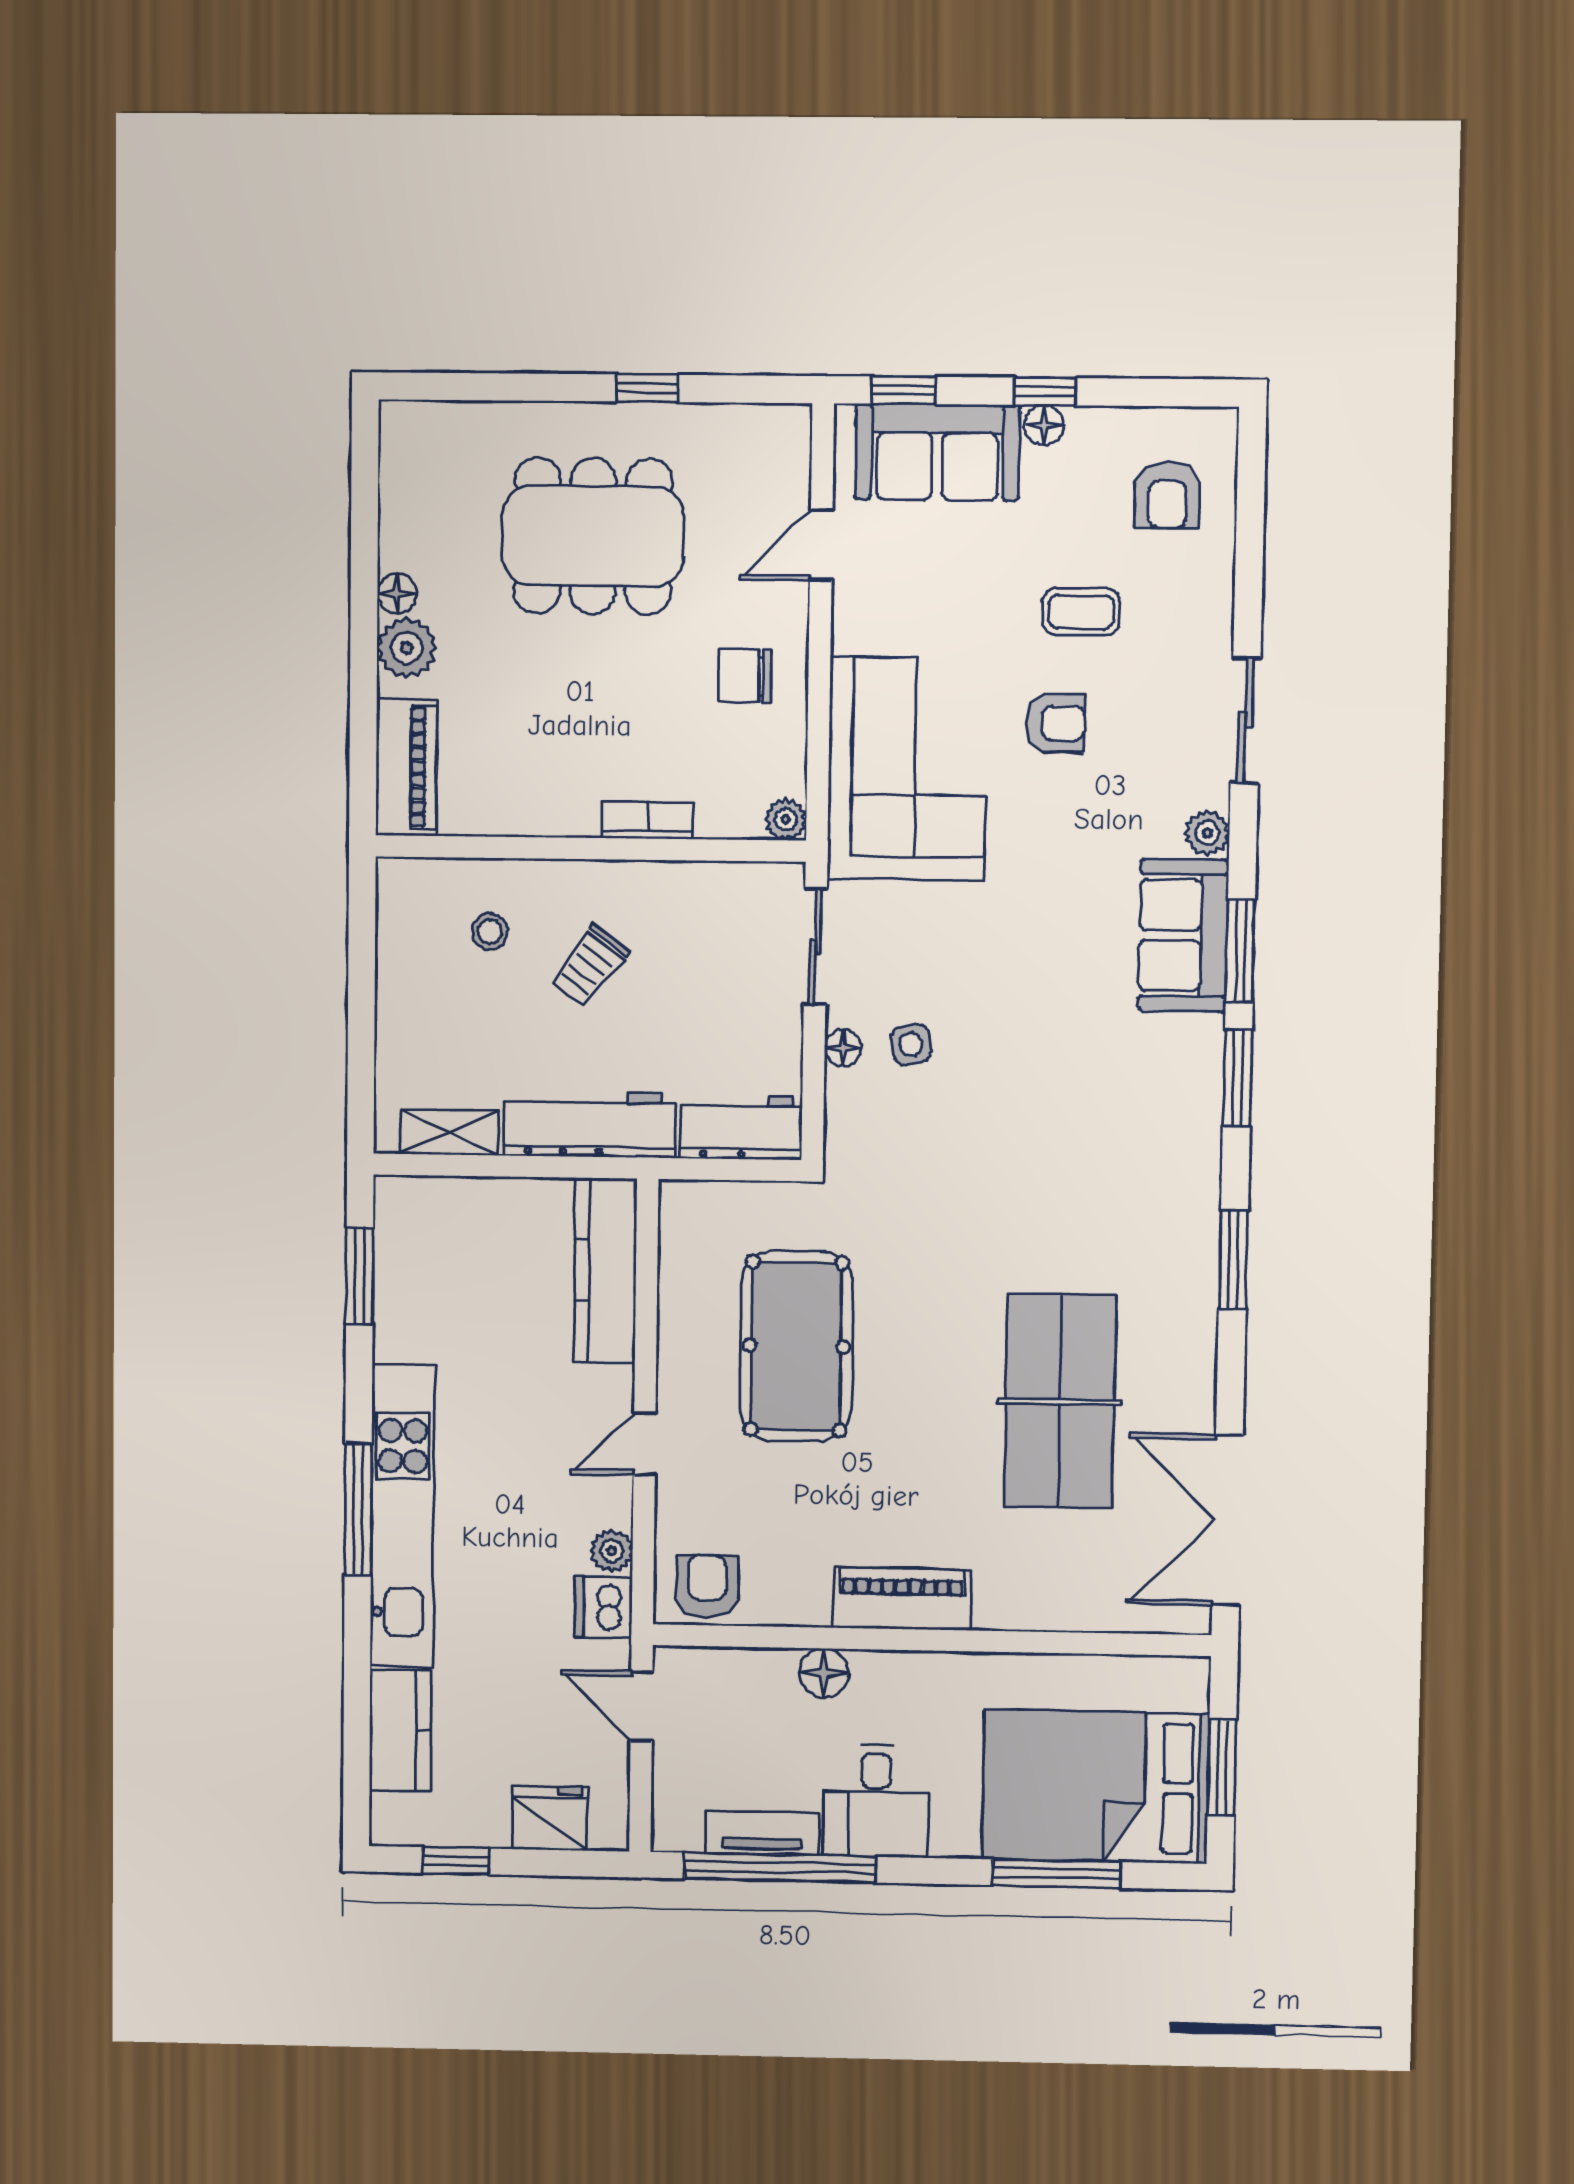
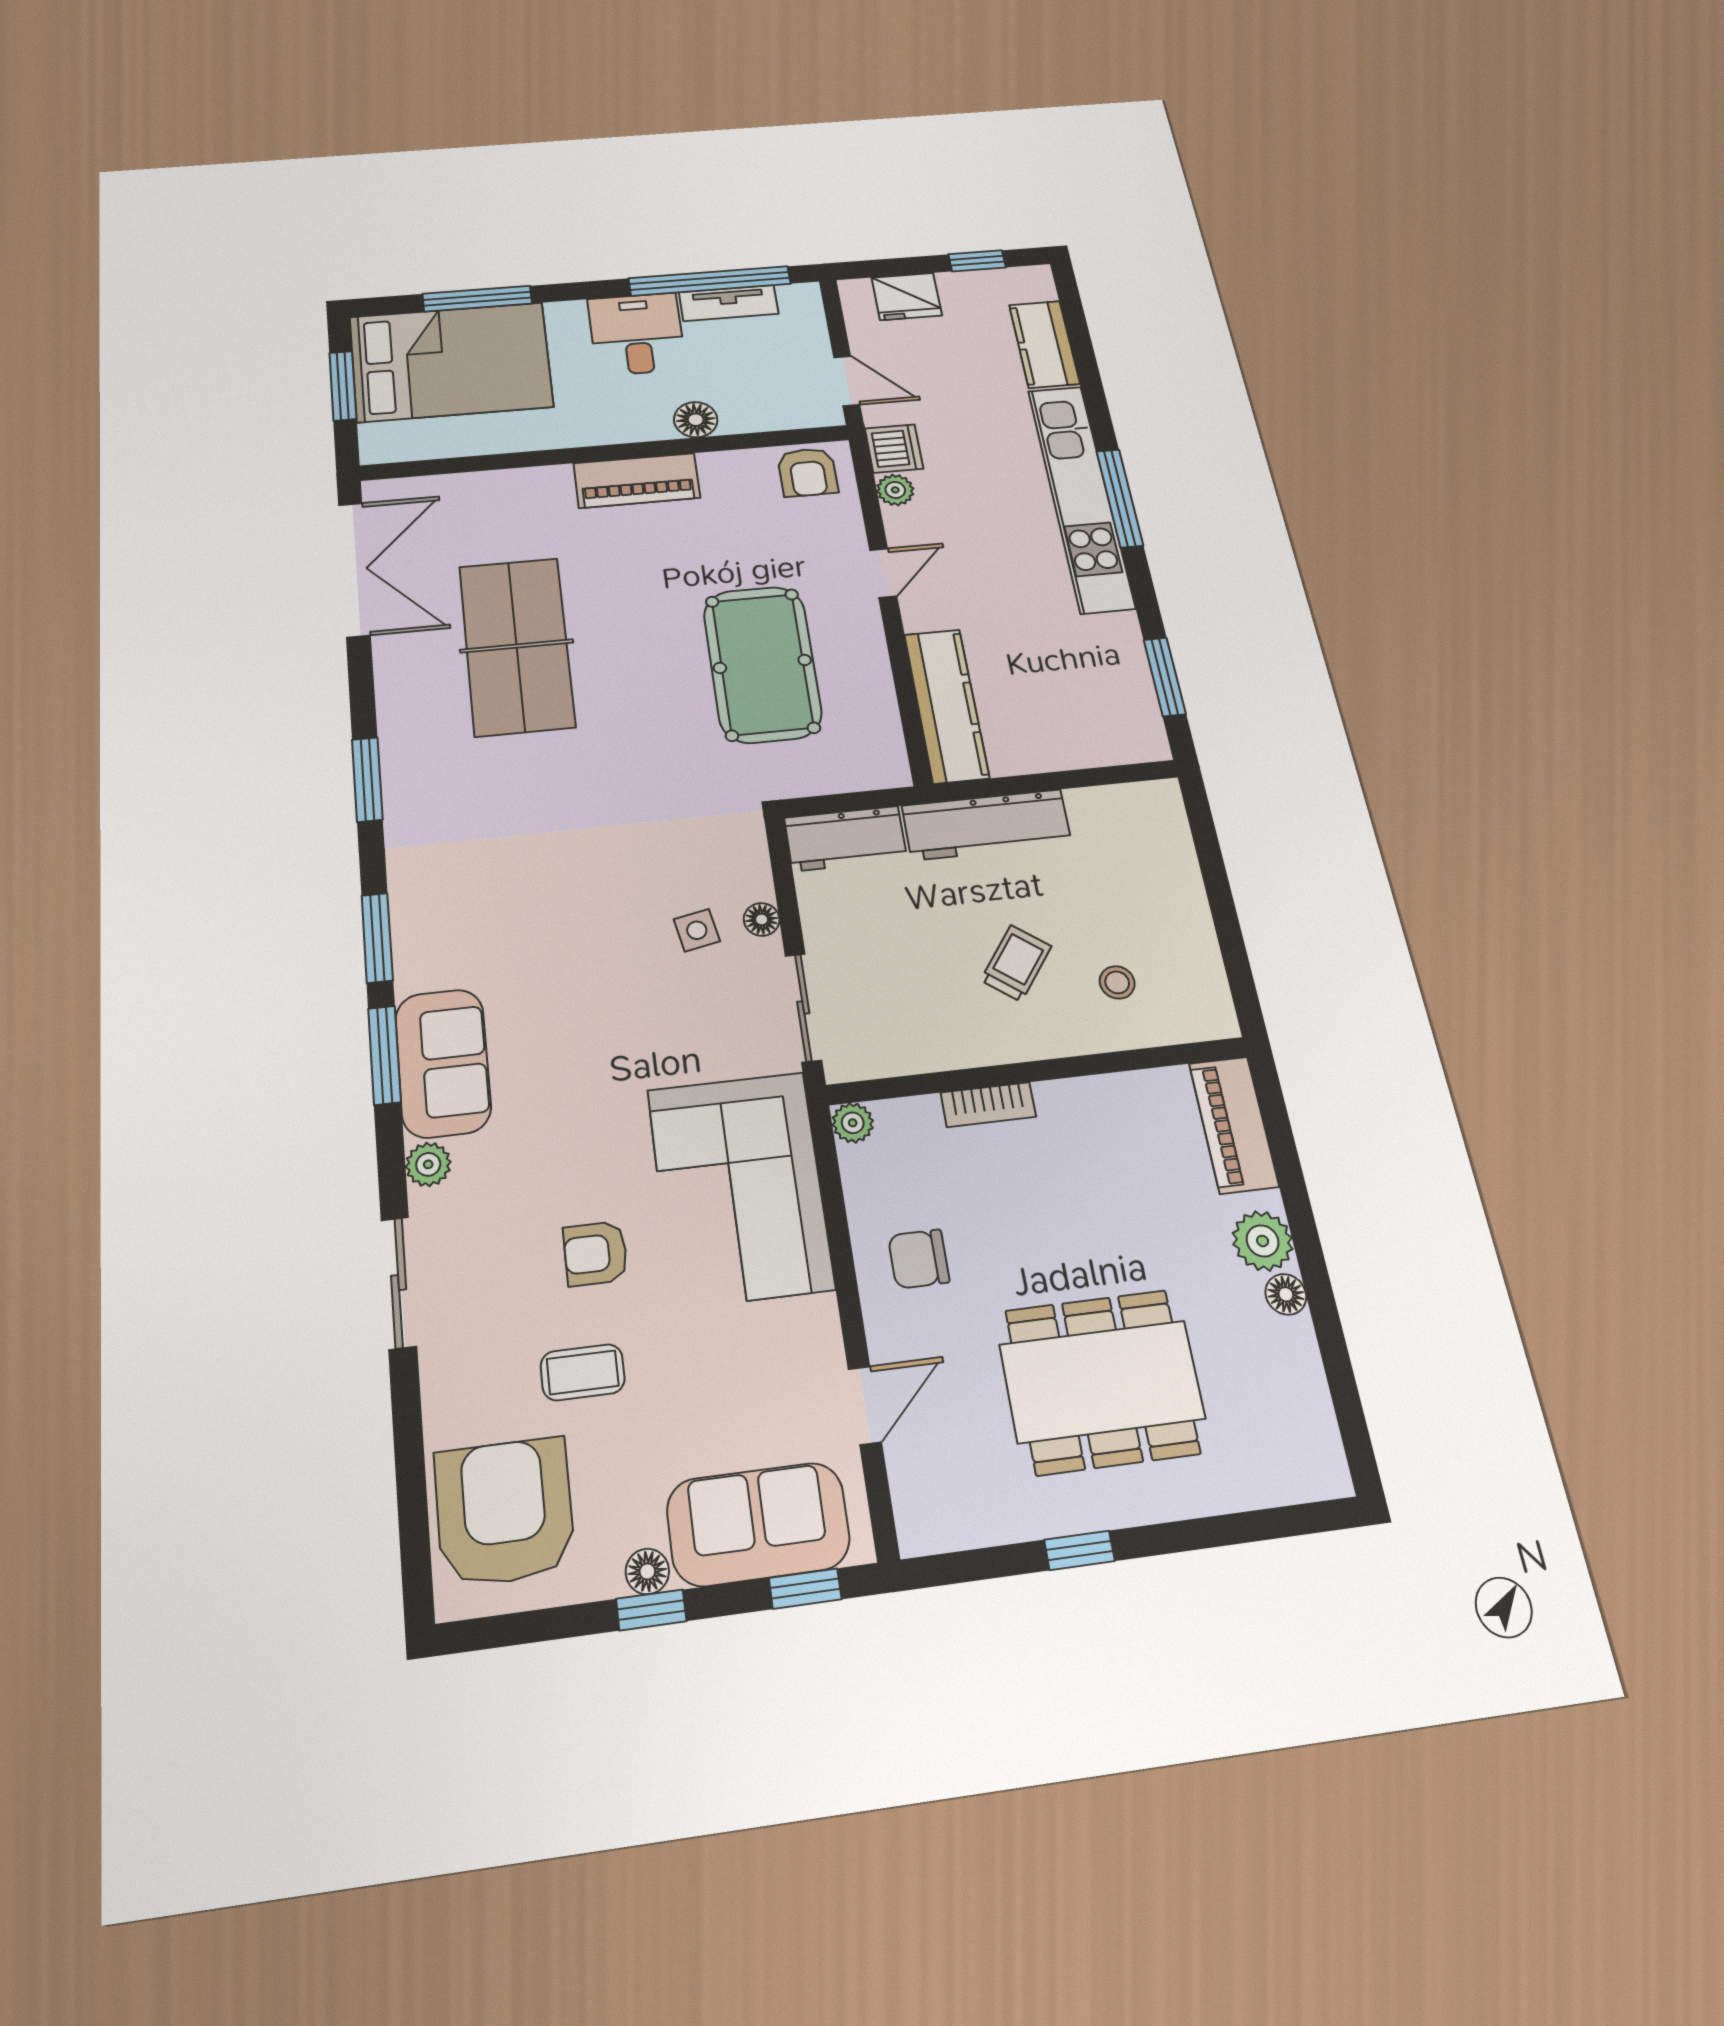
armchair: (1167, 495) -> (504, 1512), width x1.88, depth x1.88
chair: (745, 676) -> (919, 1259), turned 180
shelving: (449, 1132) -> (1113, 803), removed

